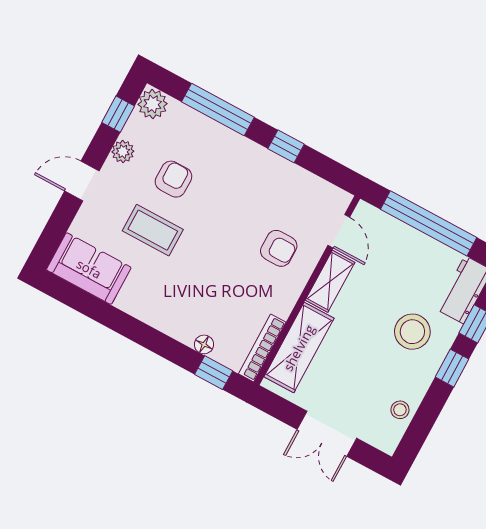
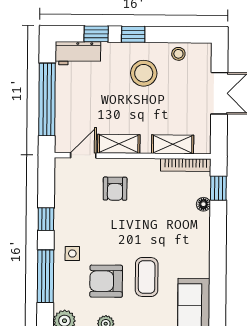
side table: (228, 156) -> (72, 254), added
armchair: (173, 179) -> (106, 281), width x1.38, depth x1.38
armchair: (279, 248) -> (115, 189), turned 180
stool: (412, 332) -> (144, 73), moved
shelving: (299, 348) -> (173, 144), width x0.67, depth x0.75

